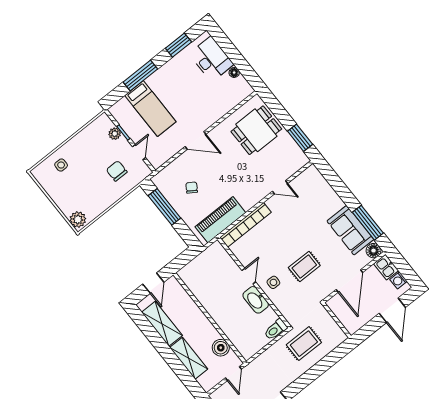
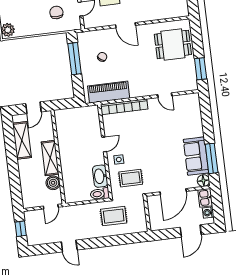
rug: (304, 267) -> (131, 178), moved
washbasin: (256, 300) -> (100, 176), moved
shelving: (189, 358) -> (50, 158), moved

